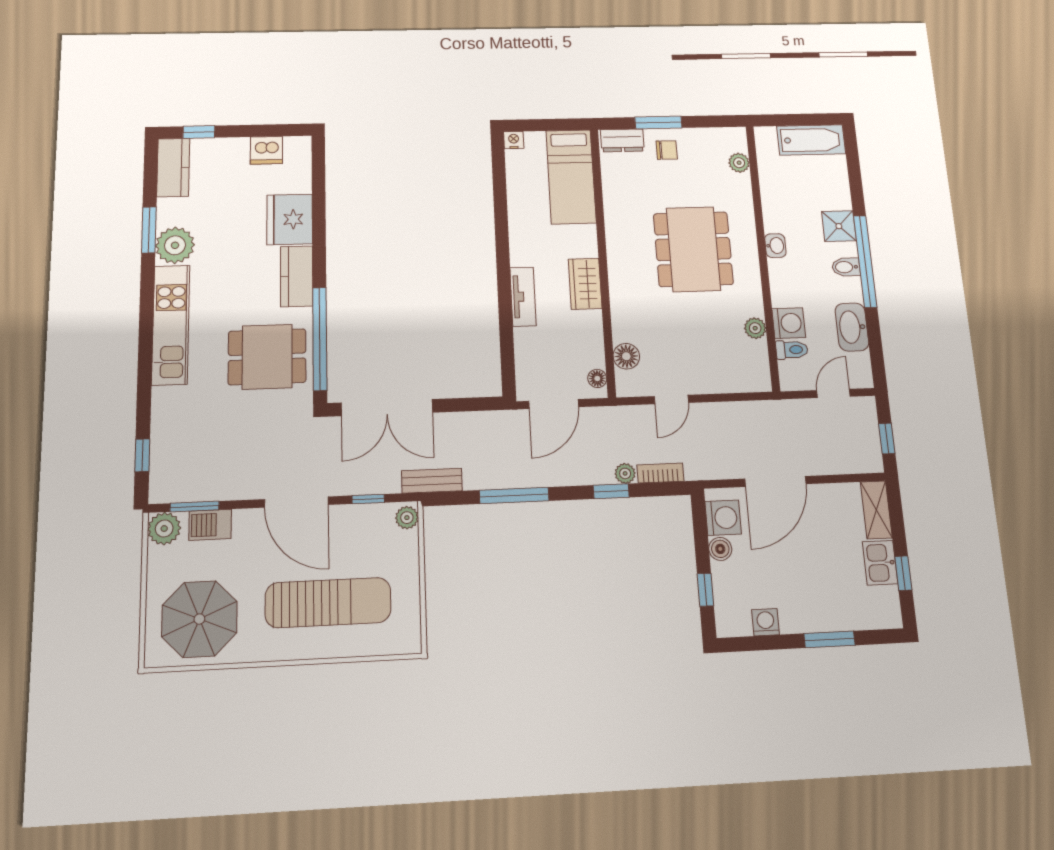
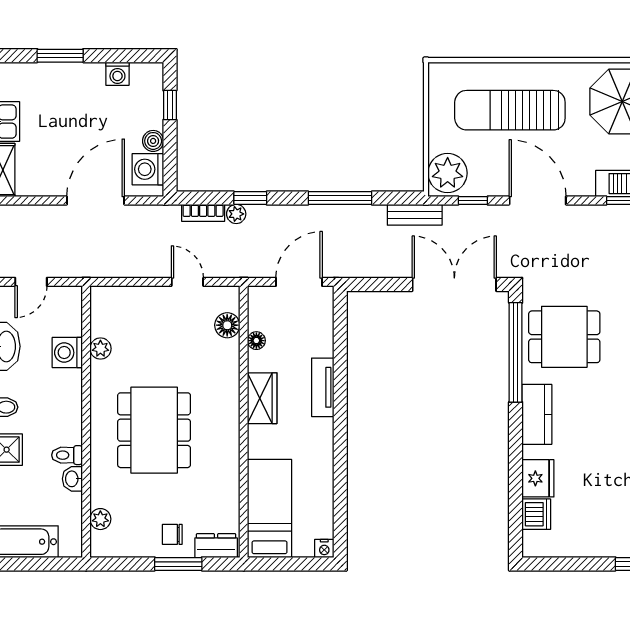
dishwasher: (266, 150) -> (536, 514), moved, turned 90
fridge: (290, 219) -> (538, 478), width x0.73, depth x0.75
washbasin: (775, 246) -> (72, 479), moved
toilet: (792, 350) -> (67, 455), moved
floor lamp: (597, 378) -> (256, 341), moved
door: (671, 400) -> (187, 282), hinge flipped
plant: (407, 518) -> (448, 173), width x1.88, depth x1.88

